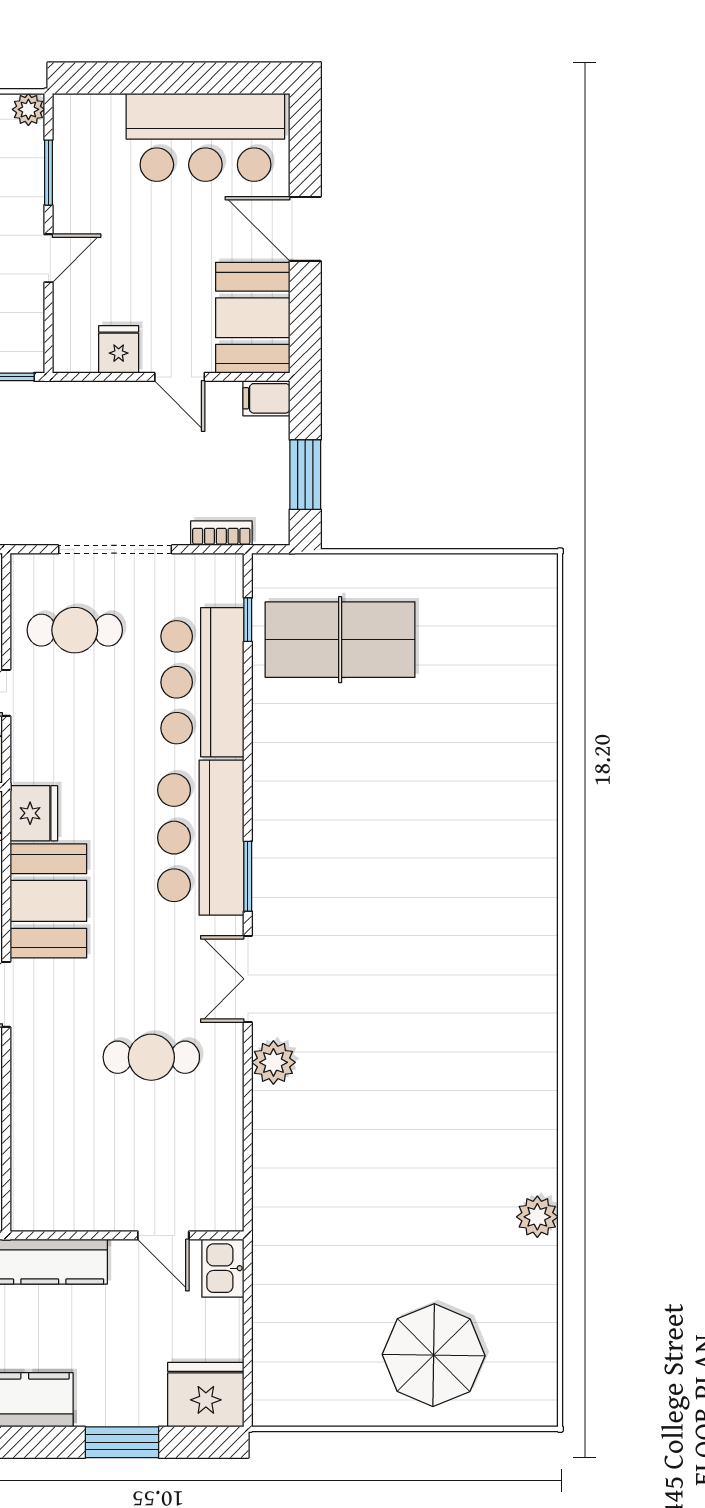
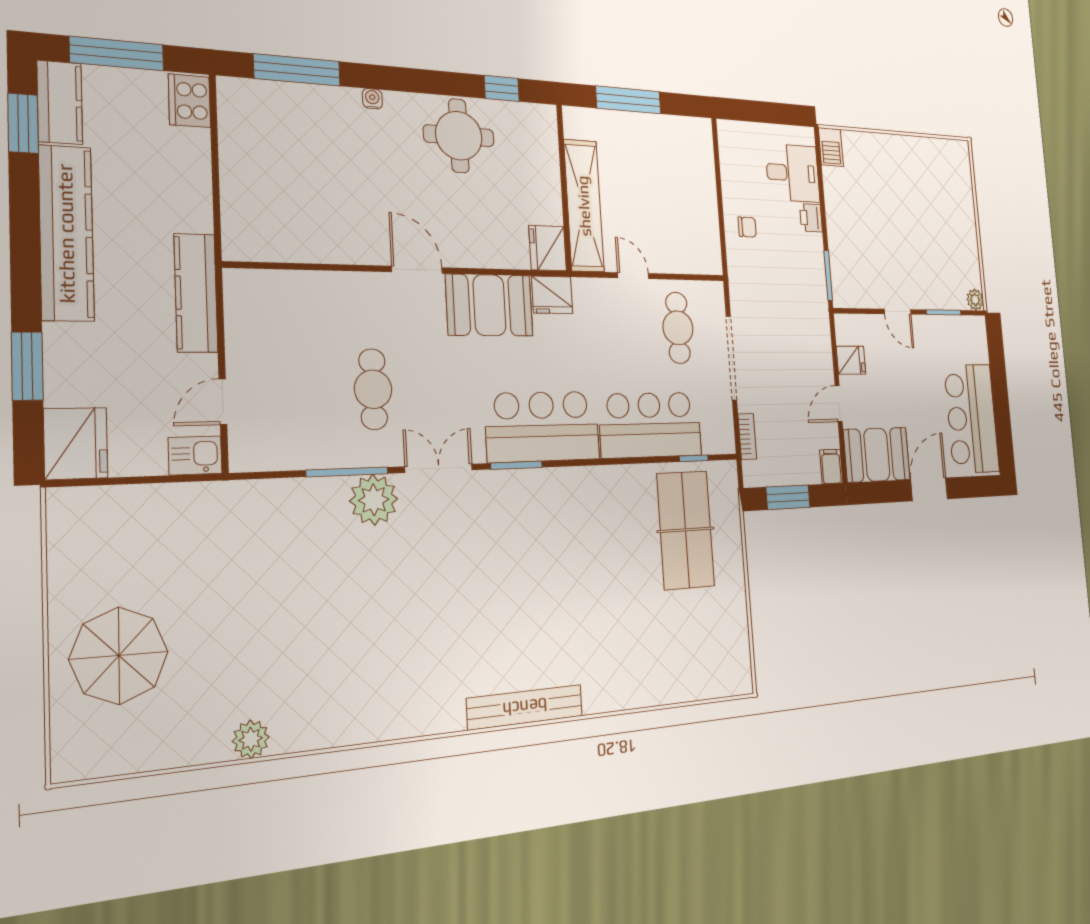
bench: (539, 883) -> (525, 707), added
plant: (273, 1062) -> (374, 500), width x1.36, depth x1.36
window: (248, 1093) -> (347, 472), added

